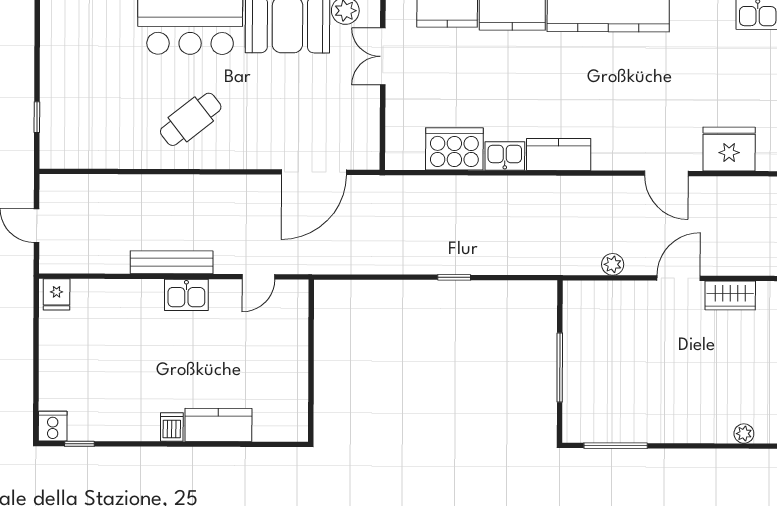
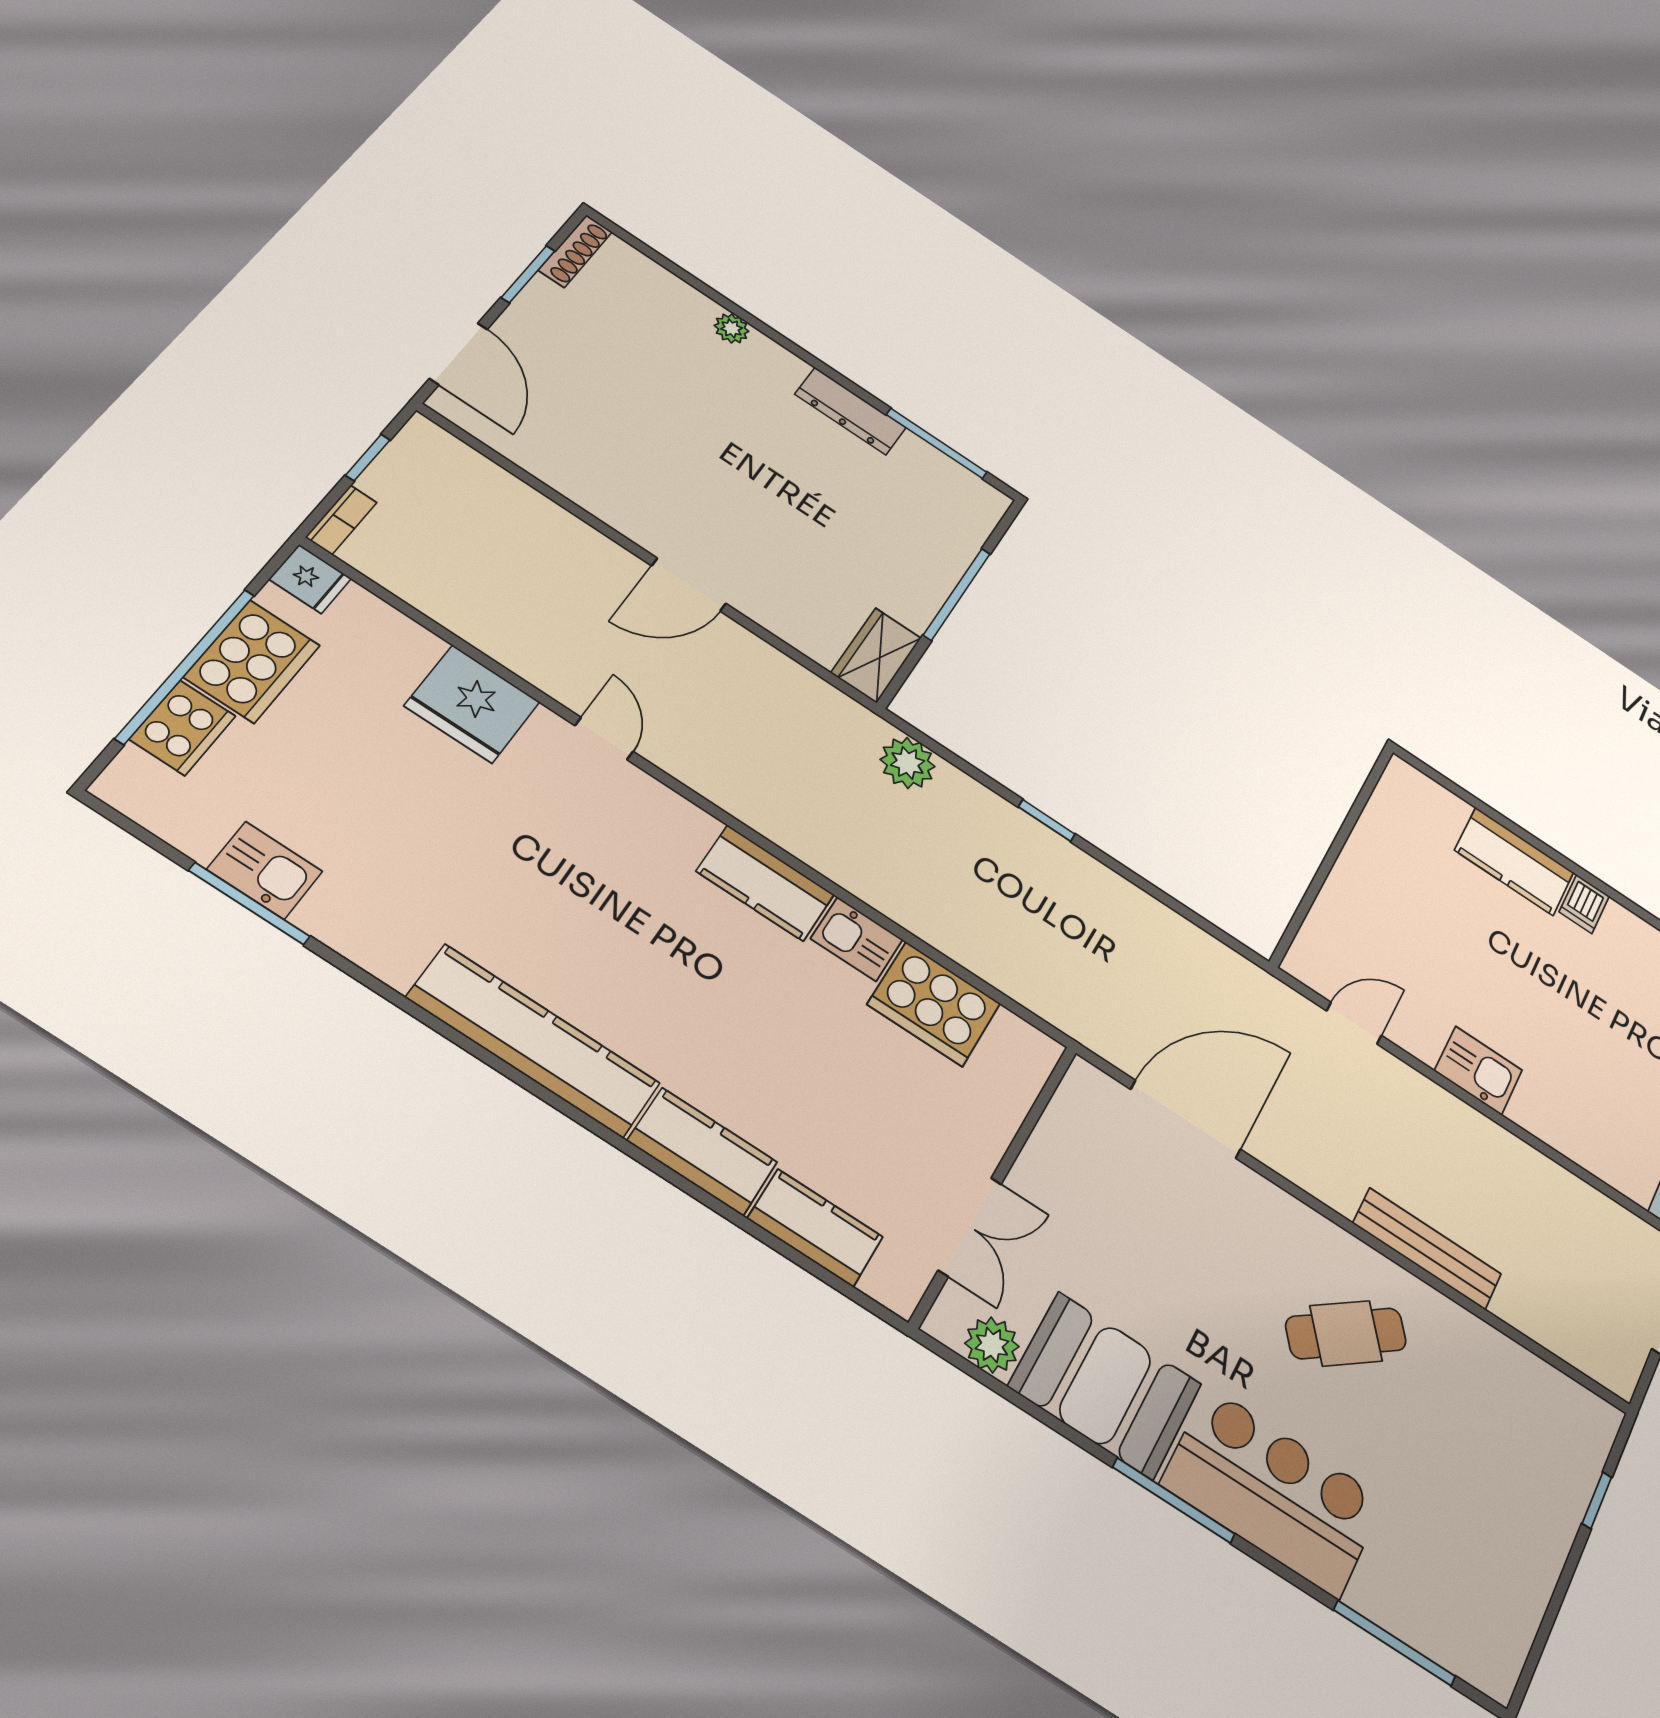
door: (666, 173) -> (604, 739), width x0.73
bench: (172, 262) -> (1427, 1249), moved
plant: (613, 264) -> (908, 763), moved, width x1.38, depth x1.38
wardrobe: (730, 296) -> (876, 655), moved, turned -90
dresser: (665, 431) -> (850, 411), added

